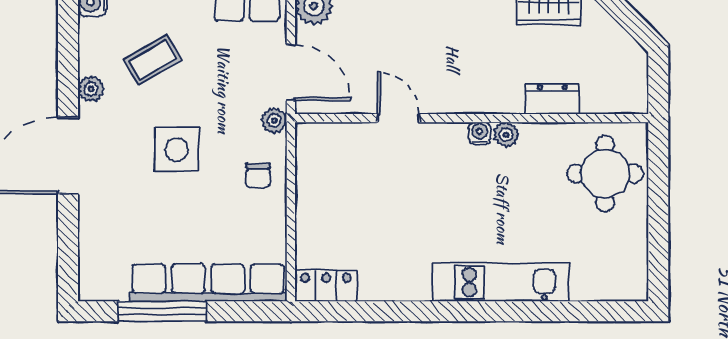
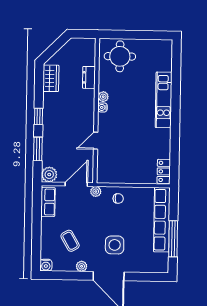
side table: (177, 149) -> (115, 245), moved

